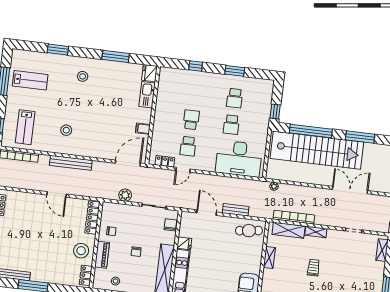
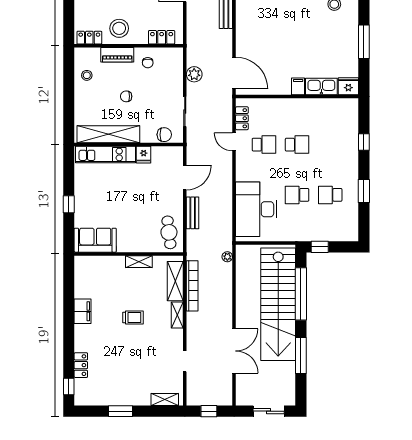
filing cabinet: (143, 129) -> (298, 86), moved
school desk: (188, 146) -> (264, 145), turned 180
locker: (92, 218) -> (162, 37), width x0.66

